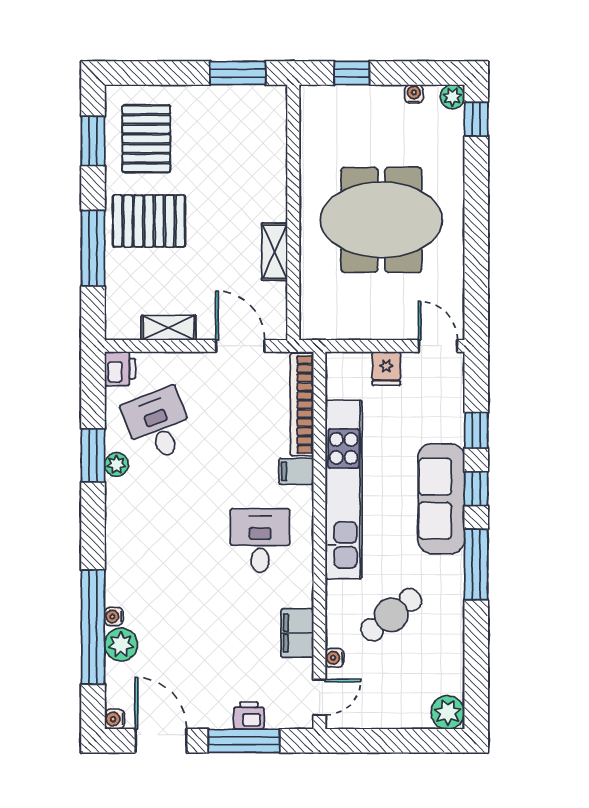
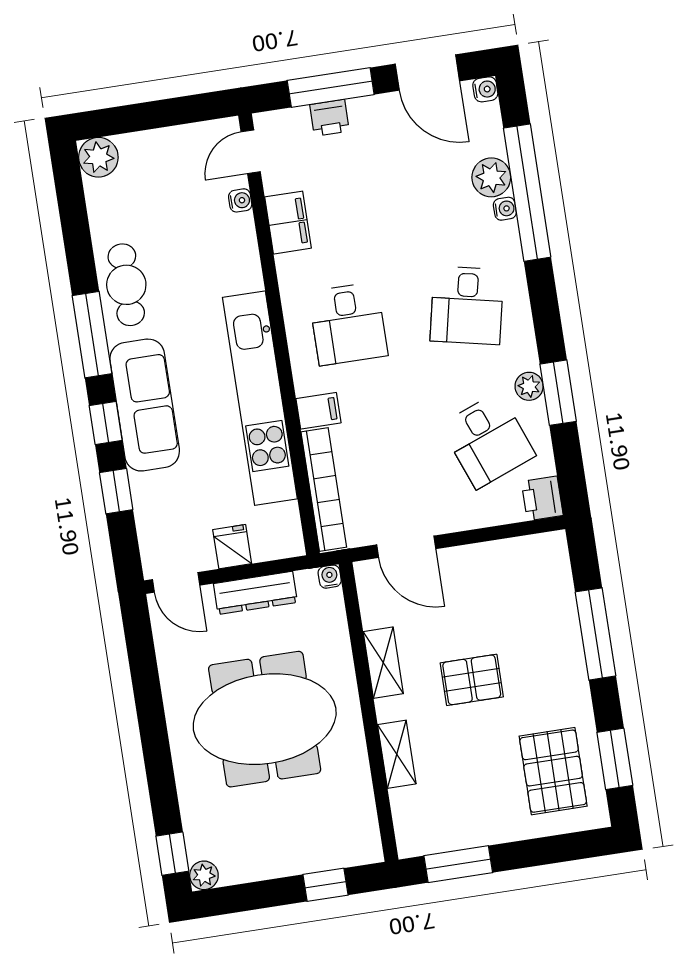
water cooler: (414, 94) -> (330, 577), moved, turned 180
pallet: (149, 221) -> (472, 680), moved, width x0.67, depth x0.71
dresser: (373, 327) -> (255, 593), added
shelving: (169, 328) -> (397, 754), moved, turned 90
desk: (158, 540) -> (467, 305), added
cafe table: (391, 615) -> (126, 285), moved, turned -52

